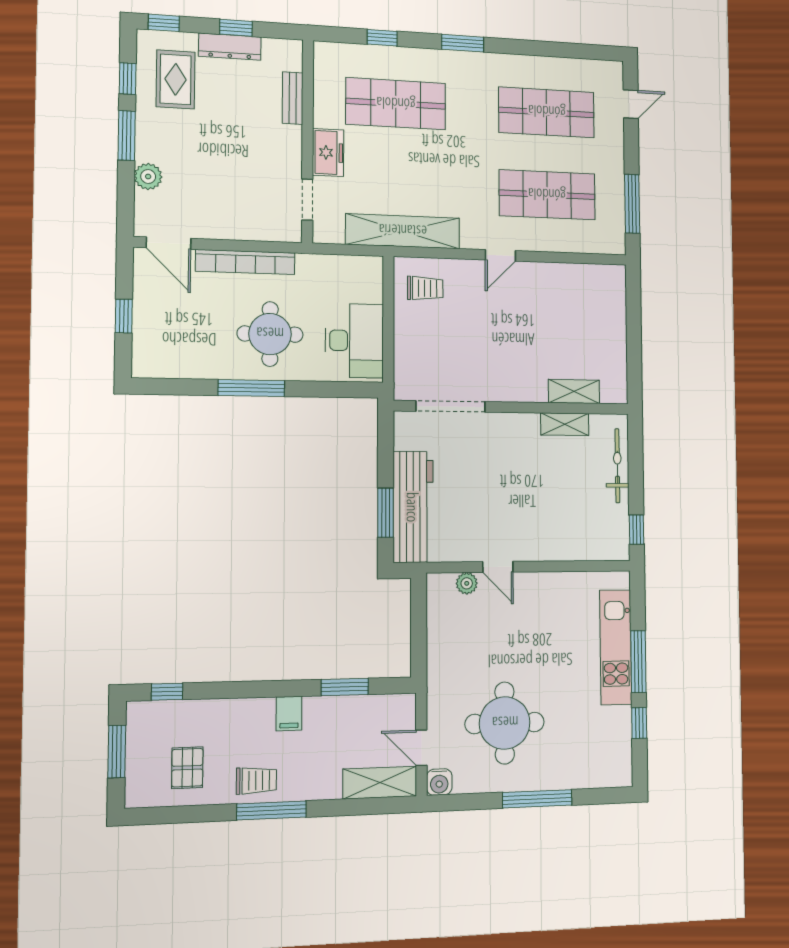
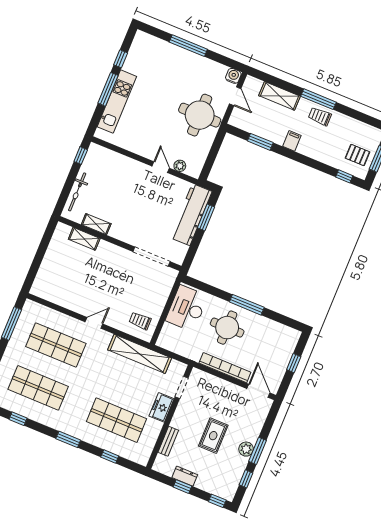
dresser: (230, 47) -> (185, 476), width x0.70
window: (558, 50) -> (18, 419), added
rug: (176, 79) -> (213, 436), moved
plant: (148, 176) -> (246, 449), moved
round table: (505, 723) -> (200, 115), moved
pallet: (187, 768) -> (358, 155), moved, turned 90
shelving: (380, 783) -> (280, 96), moved

